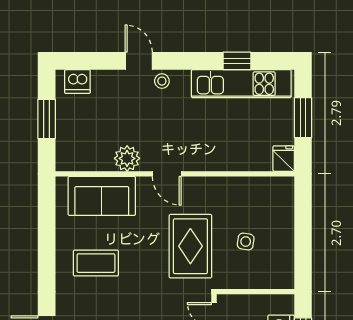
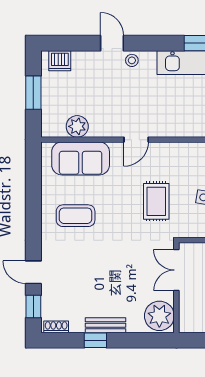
plant: (127, 158) -> (77, 126), moved
door: (167, 174) -> (136, 140), hinge flipped
rug: (190, 246) -> (156, 201), width x0.73, depth x0.70

